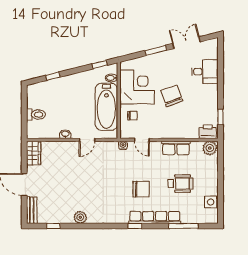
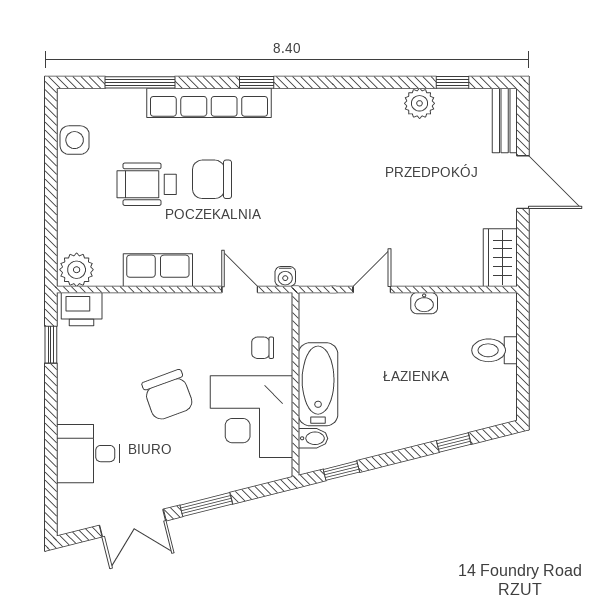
bathtub: (106, 107) -> (318, 384), width x0.73, depth x0.73
chair: (141, 189) -> (212, 179), moved
plant: (80, 217) -> (420, 103), moved

